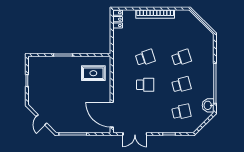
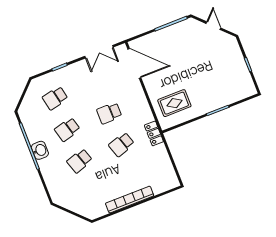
locker: (118, 19) -> (154, 133), moved
washbasin: (208, 105) -> (40, 150), moved
double door: (135, 134) -> (99, 52), swing flipped

